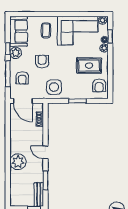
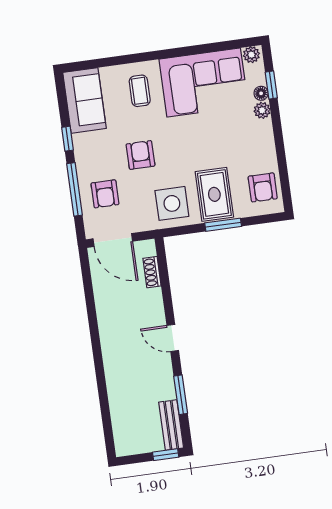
plant: (16, 53) -> (84, 145), removed
rug: (89, 66) -> (214, 194), moved, turned 90
plant: (18, 162) -> (120, 365), removed

